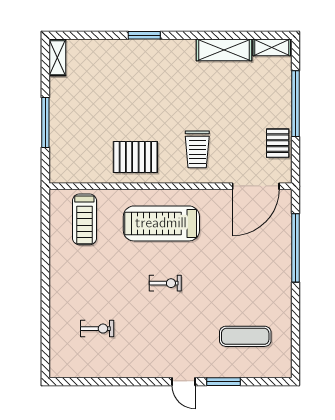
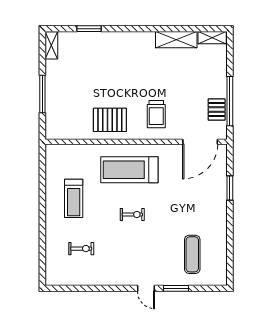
window: (144, 35) -> (89, 29), moved
window: (296, 104) -> (230, 101), moved
treadmill: (84, 219) -> (74, 198), moved
window: (296, 248) -> (230, 188), width x0.47
exercise mat: (245, 336) -> (192, 254), turned 90

